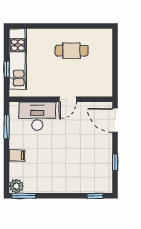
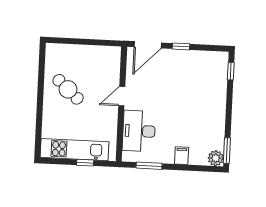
cafe table: (72, 51) -> (68, 89), turned -48
door: (68, 99) -> (122, 96), swing flipped
window: (115, 162) -> (181, 46), moved

